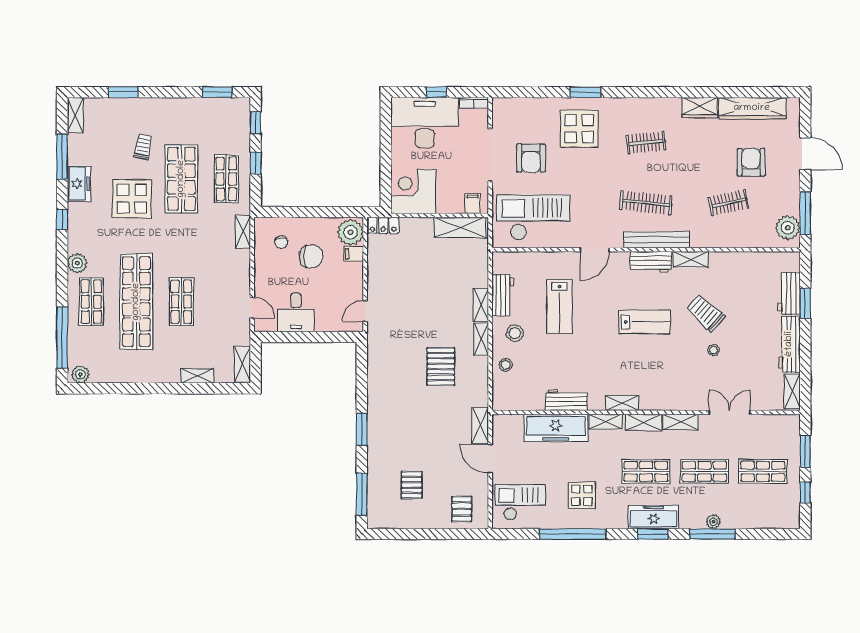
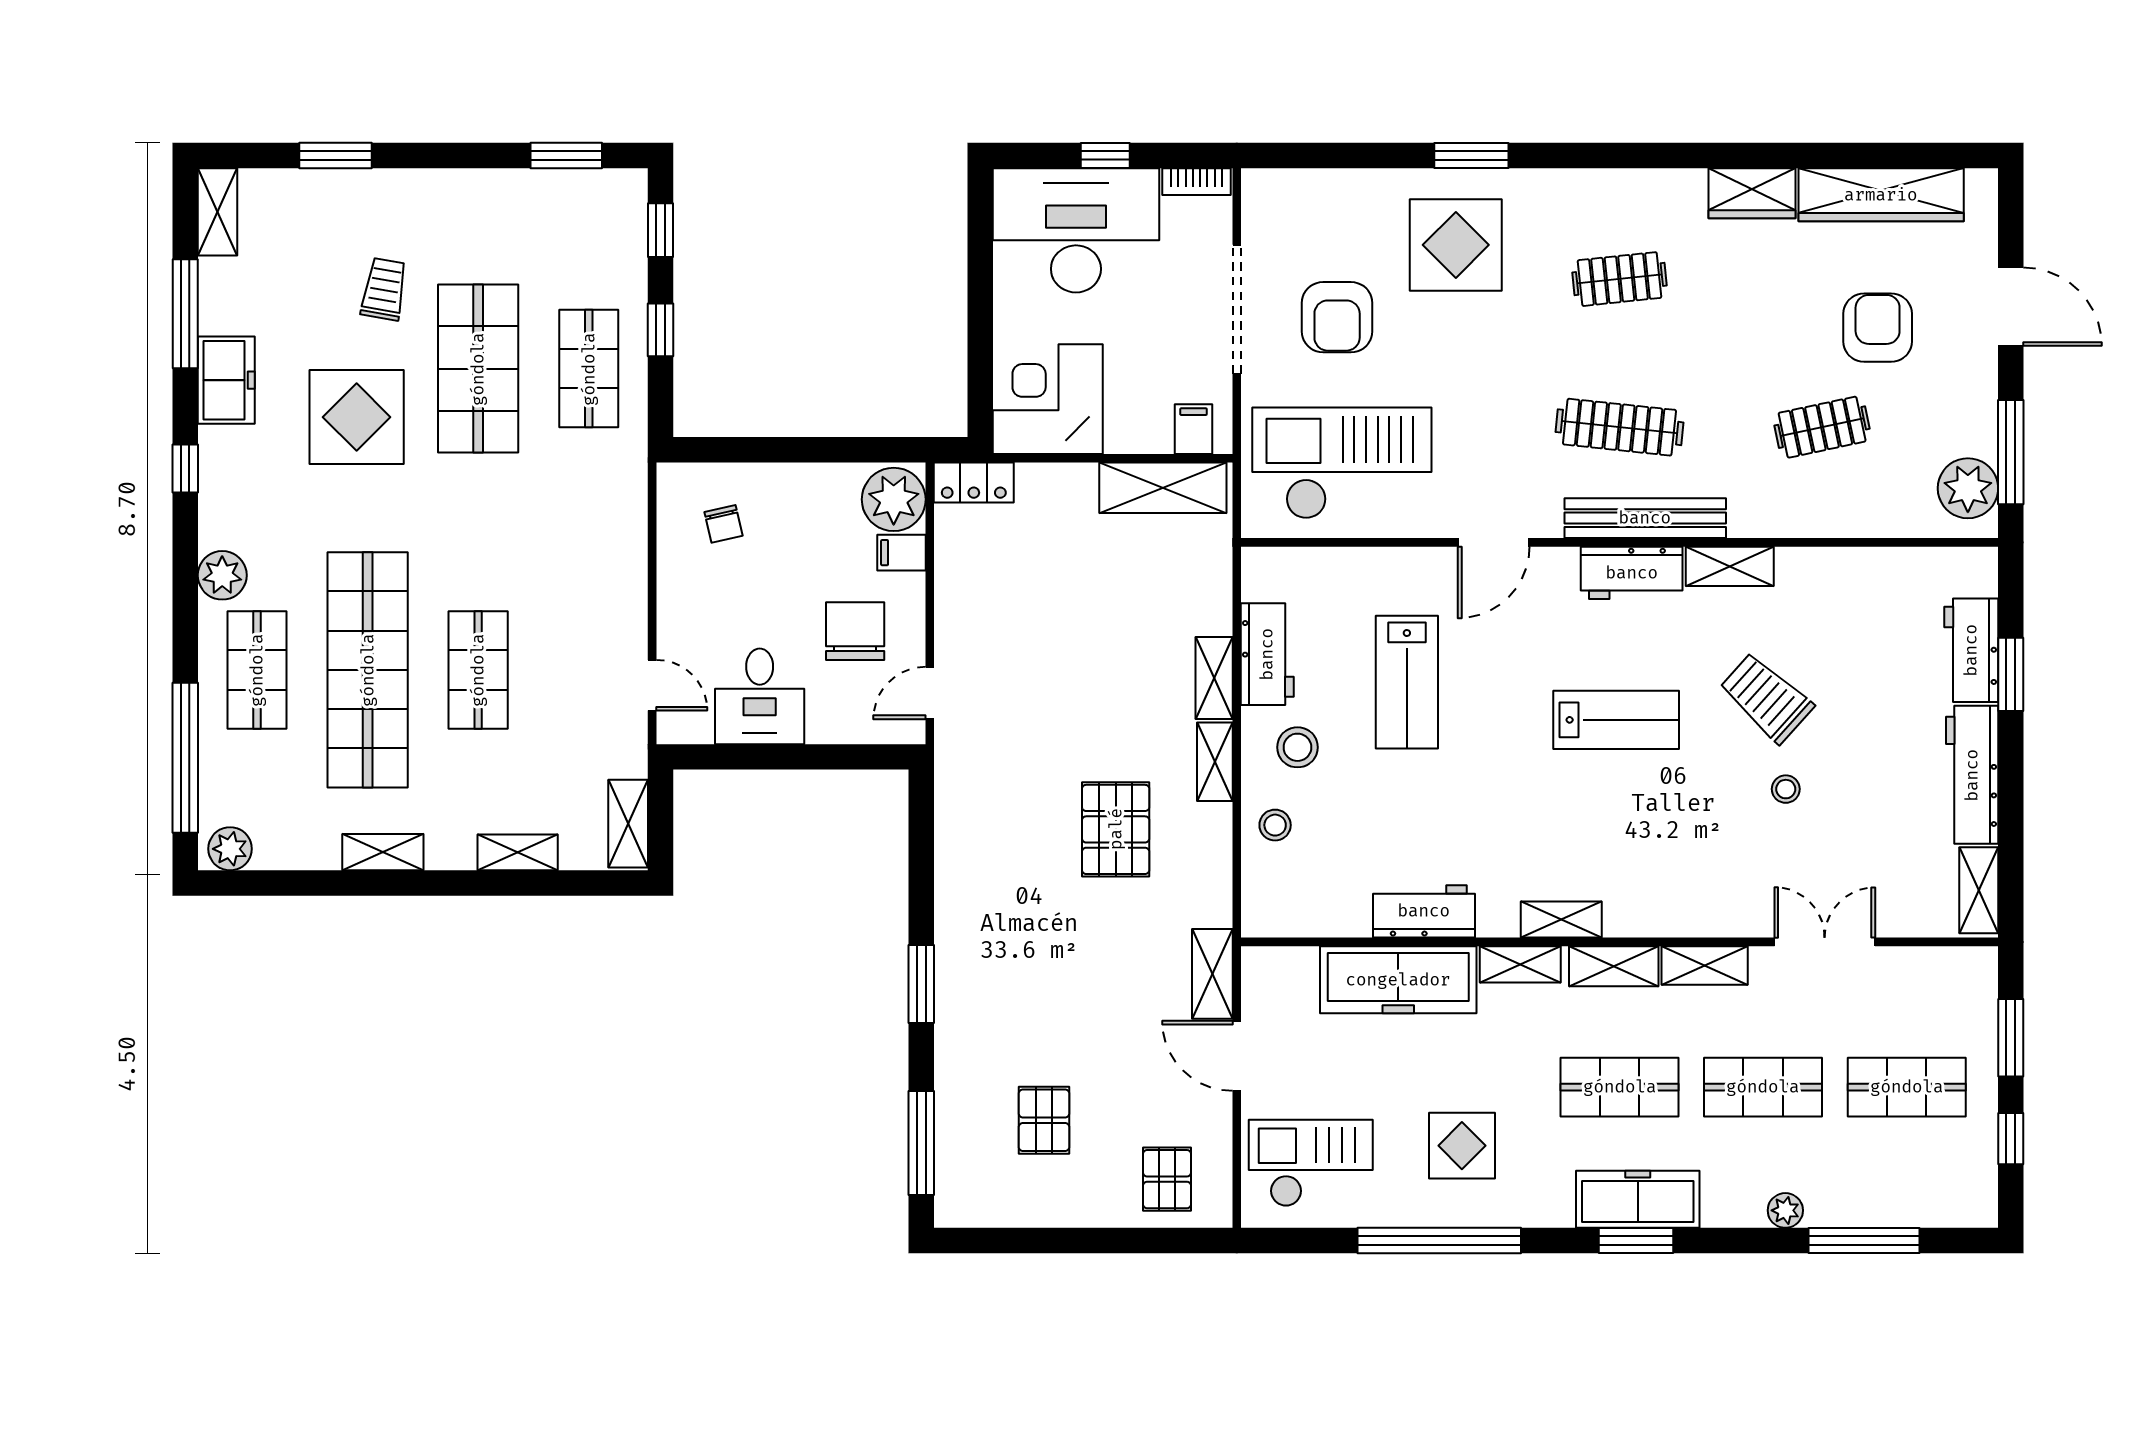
shelving: (243, 232) -> (383, 852), moved, turned 90
chair: (311, 256) -> (855, 631), moved, turned -90
window: (712, 534) -> (1864, 1241), moved

